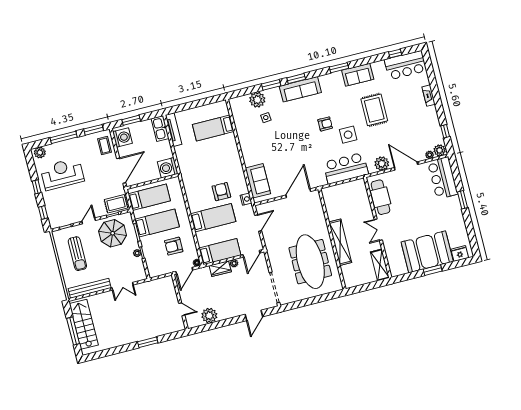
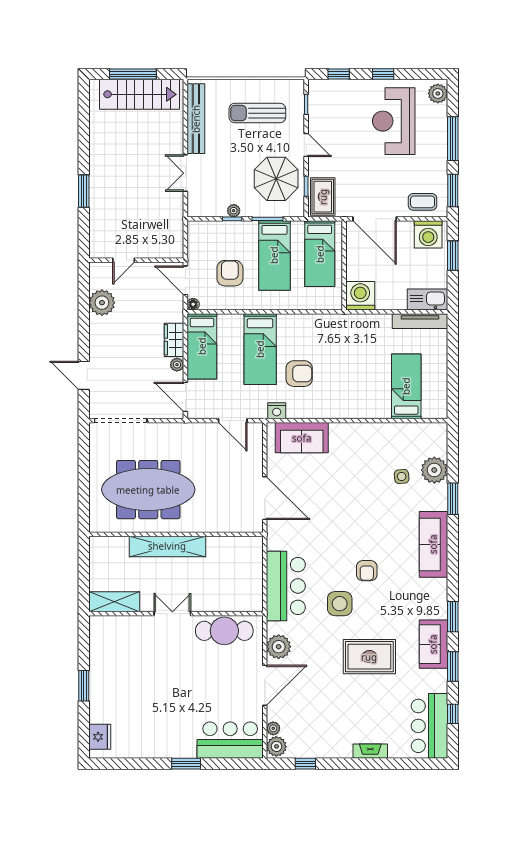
window: (296, 79) -> (453, 666), moved
reception desk: (62, 174) -> (394, 121), turned 180
booth: (427, 252) -> (116, 684), removed

